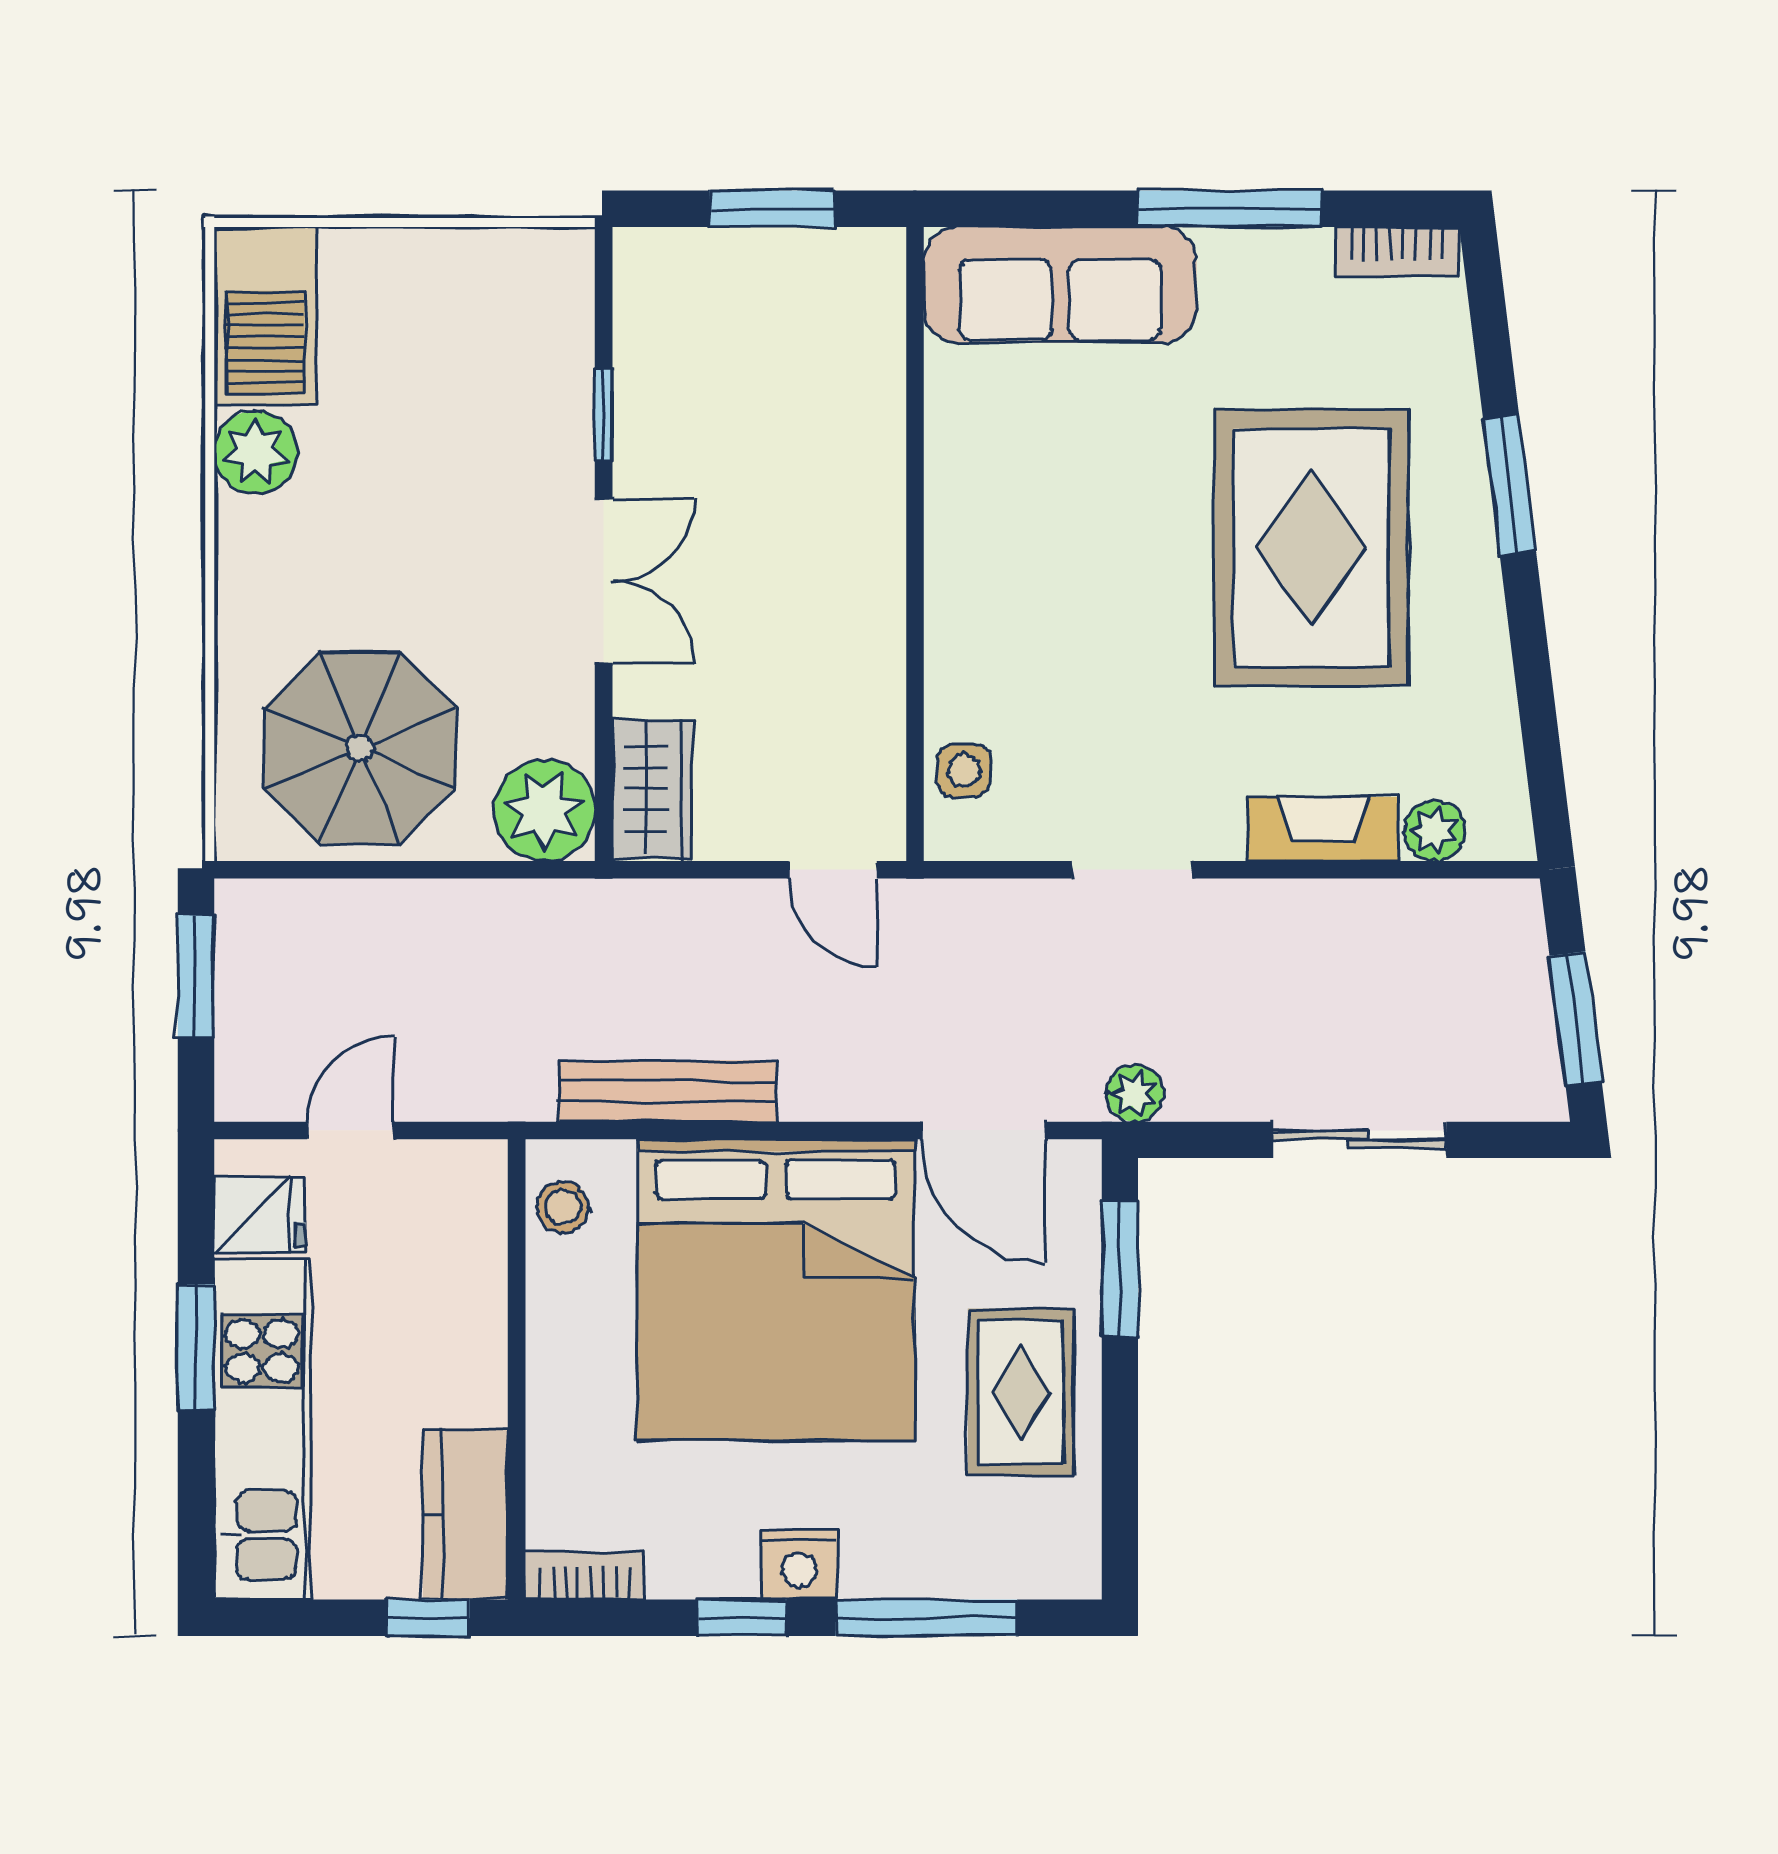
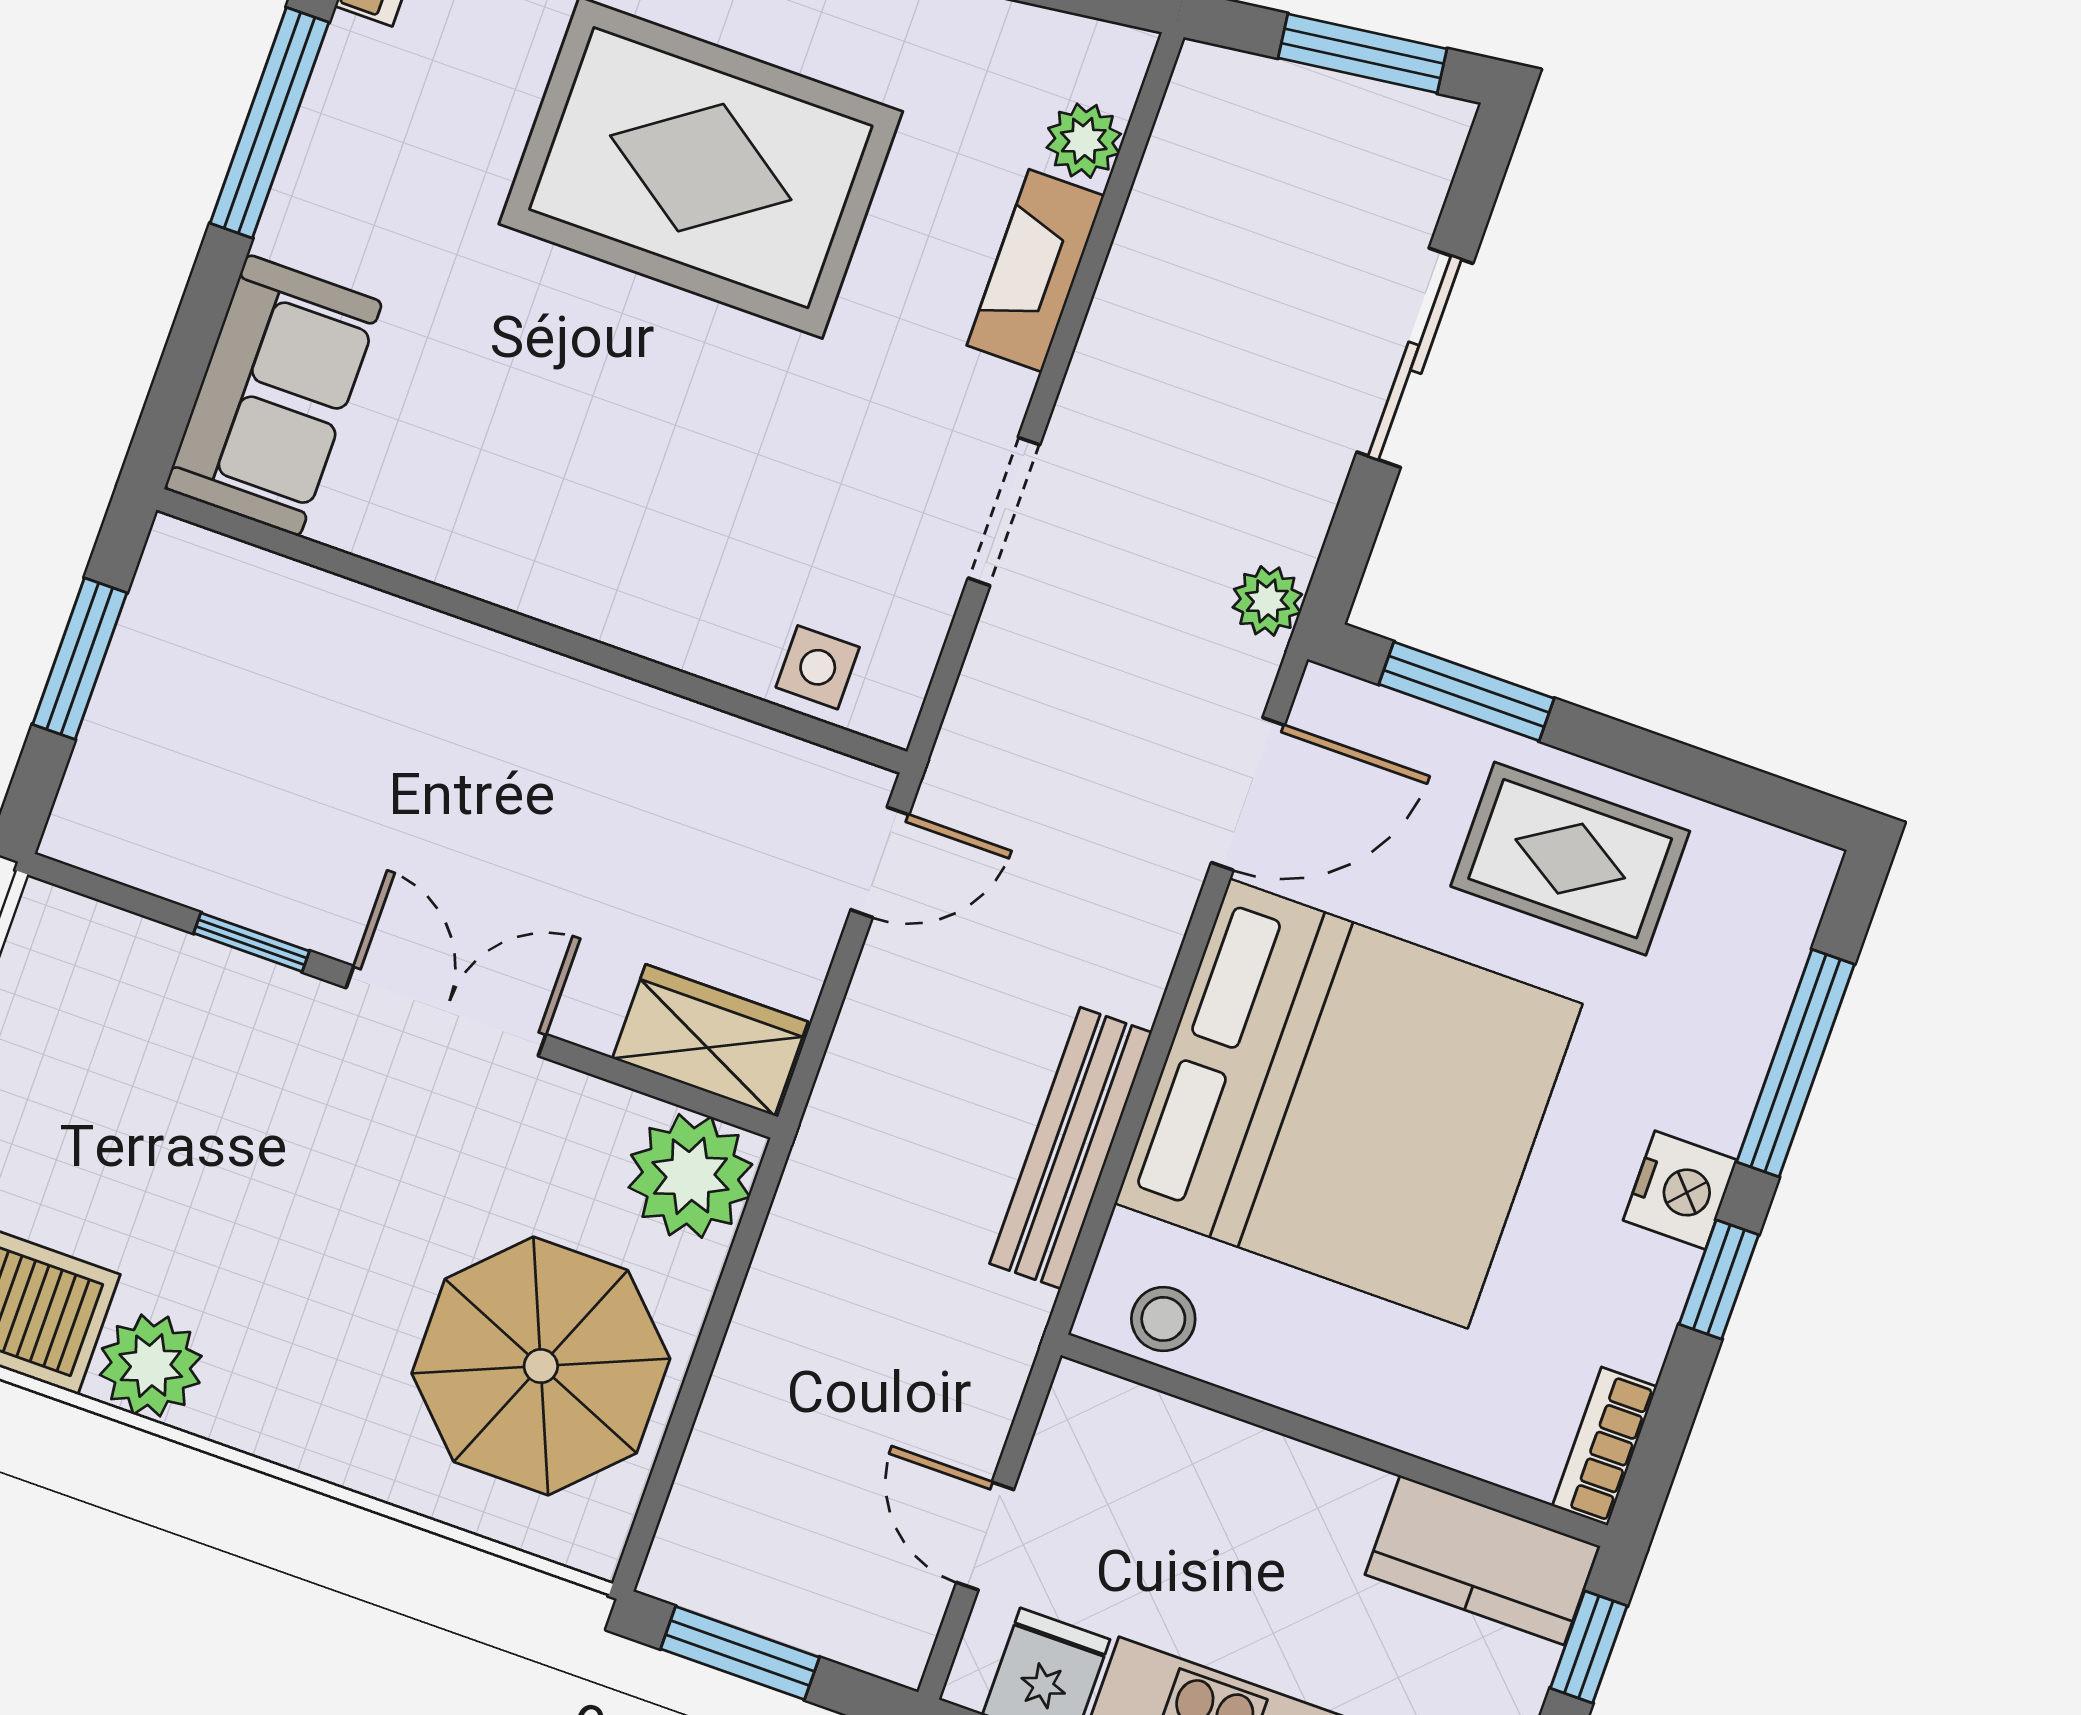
sofa: (1060, 285) -> (273, 395), width x0.73

